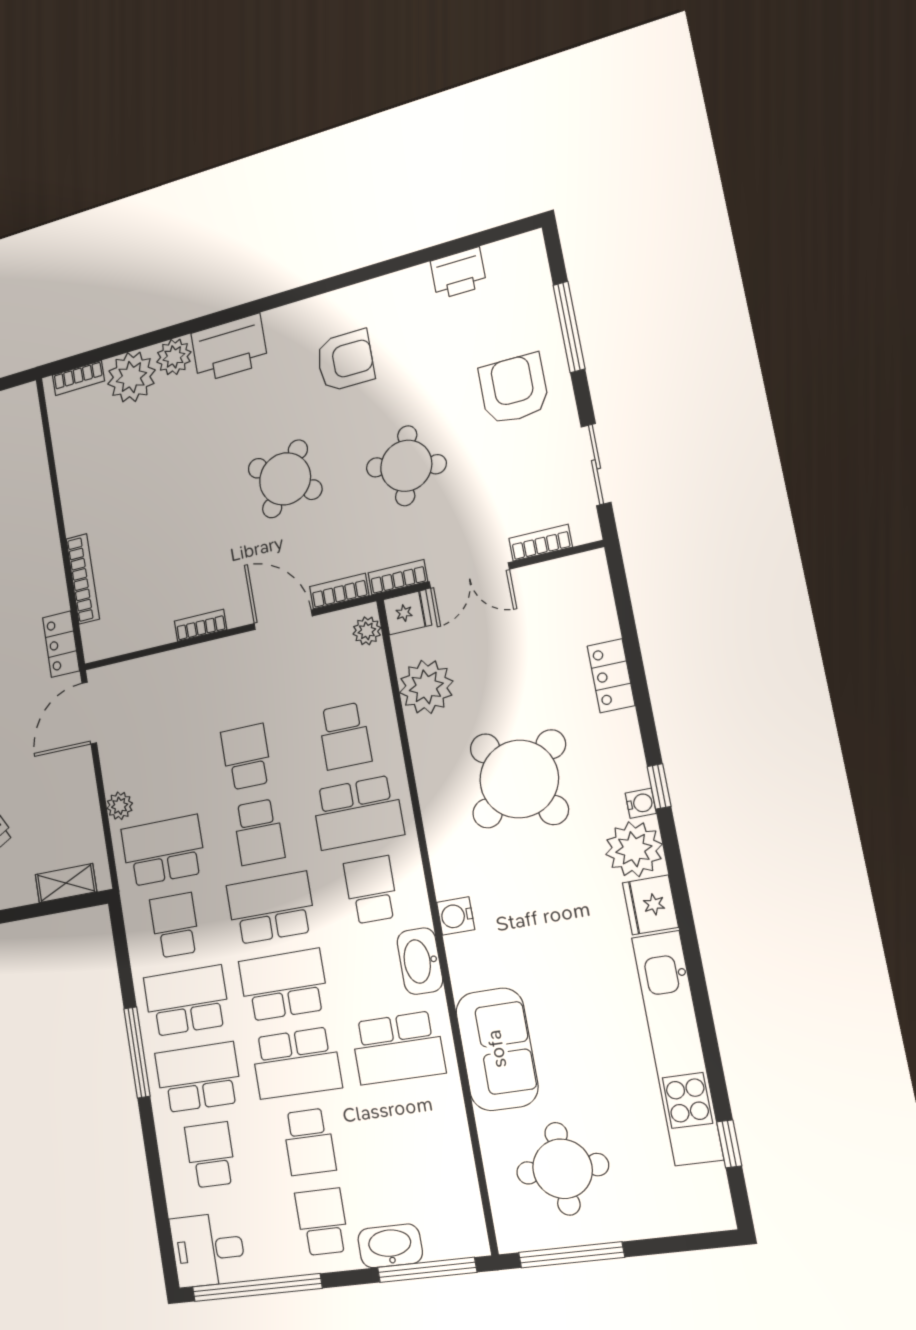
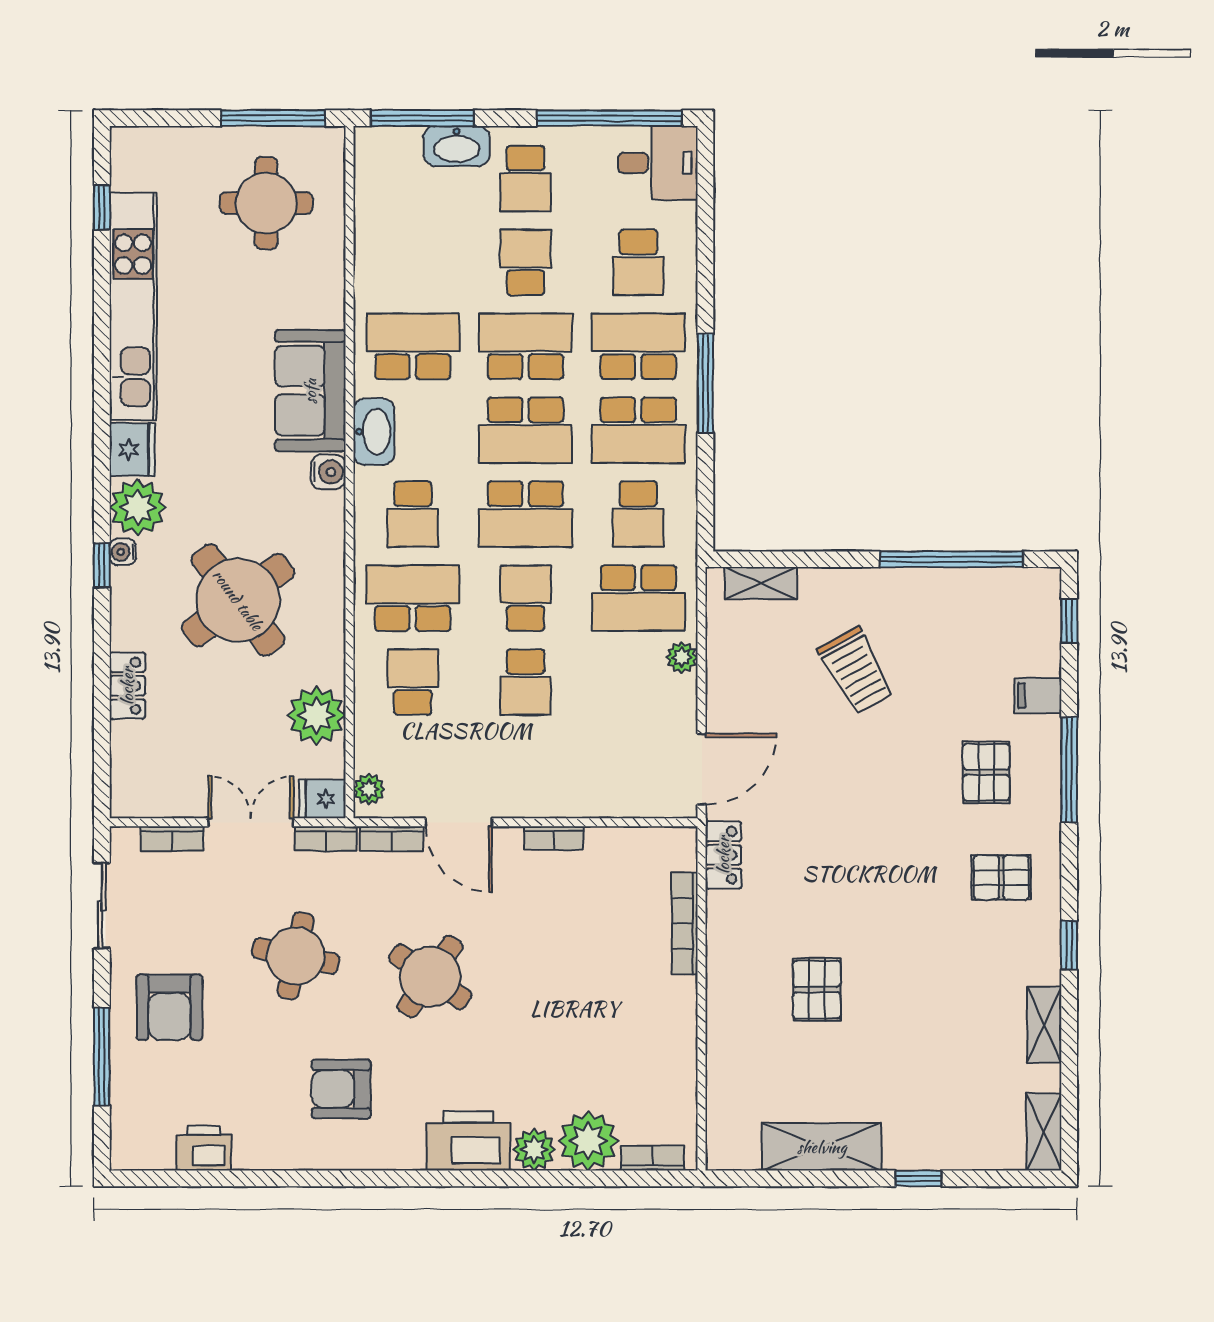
sofa: (497, 1049) -> (310, 391), moved
school desk: (198, 1077) -> (638, 346), turned 180

